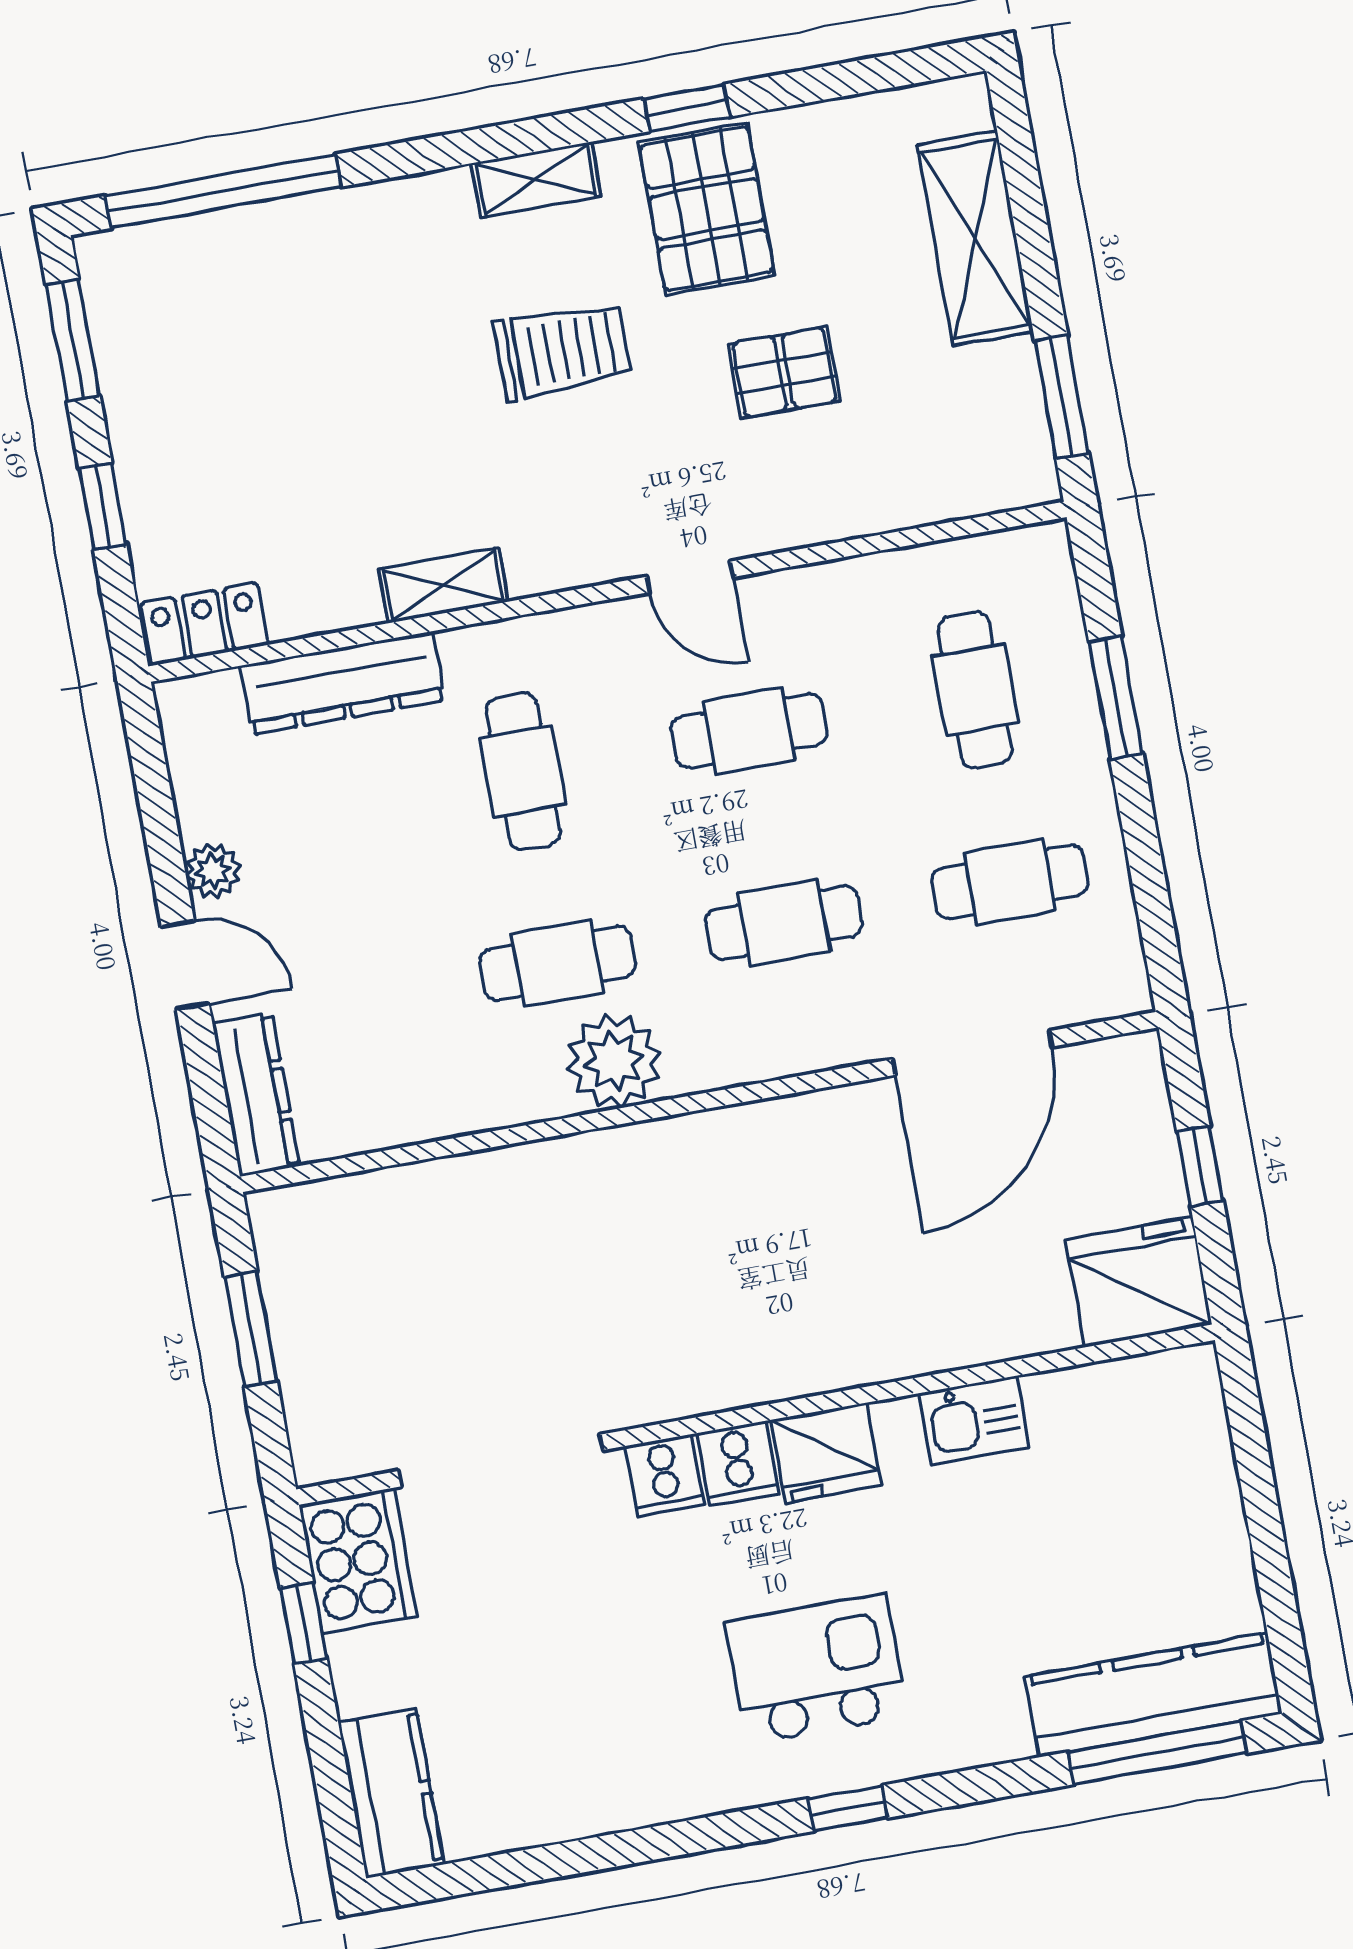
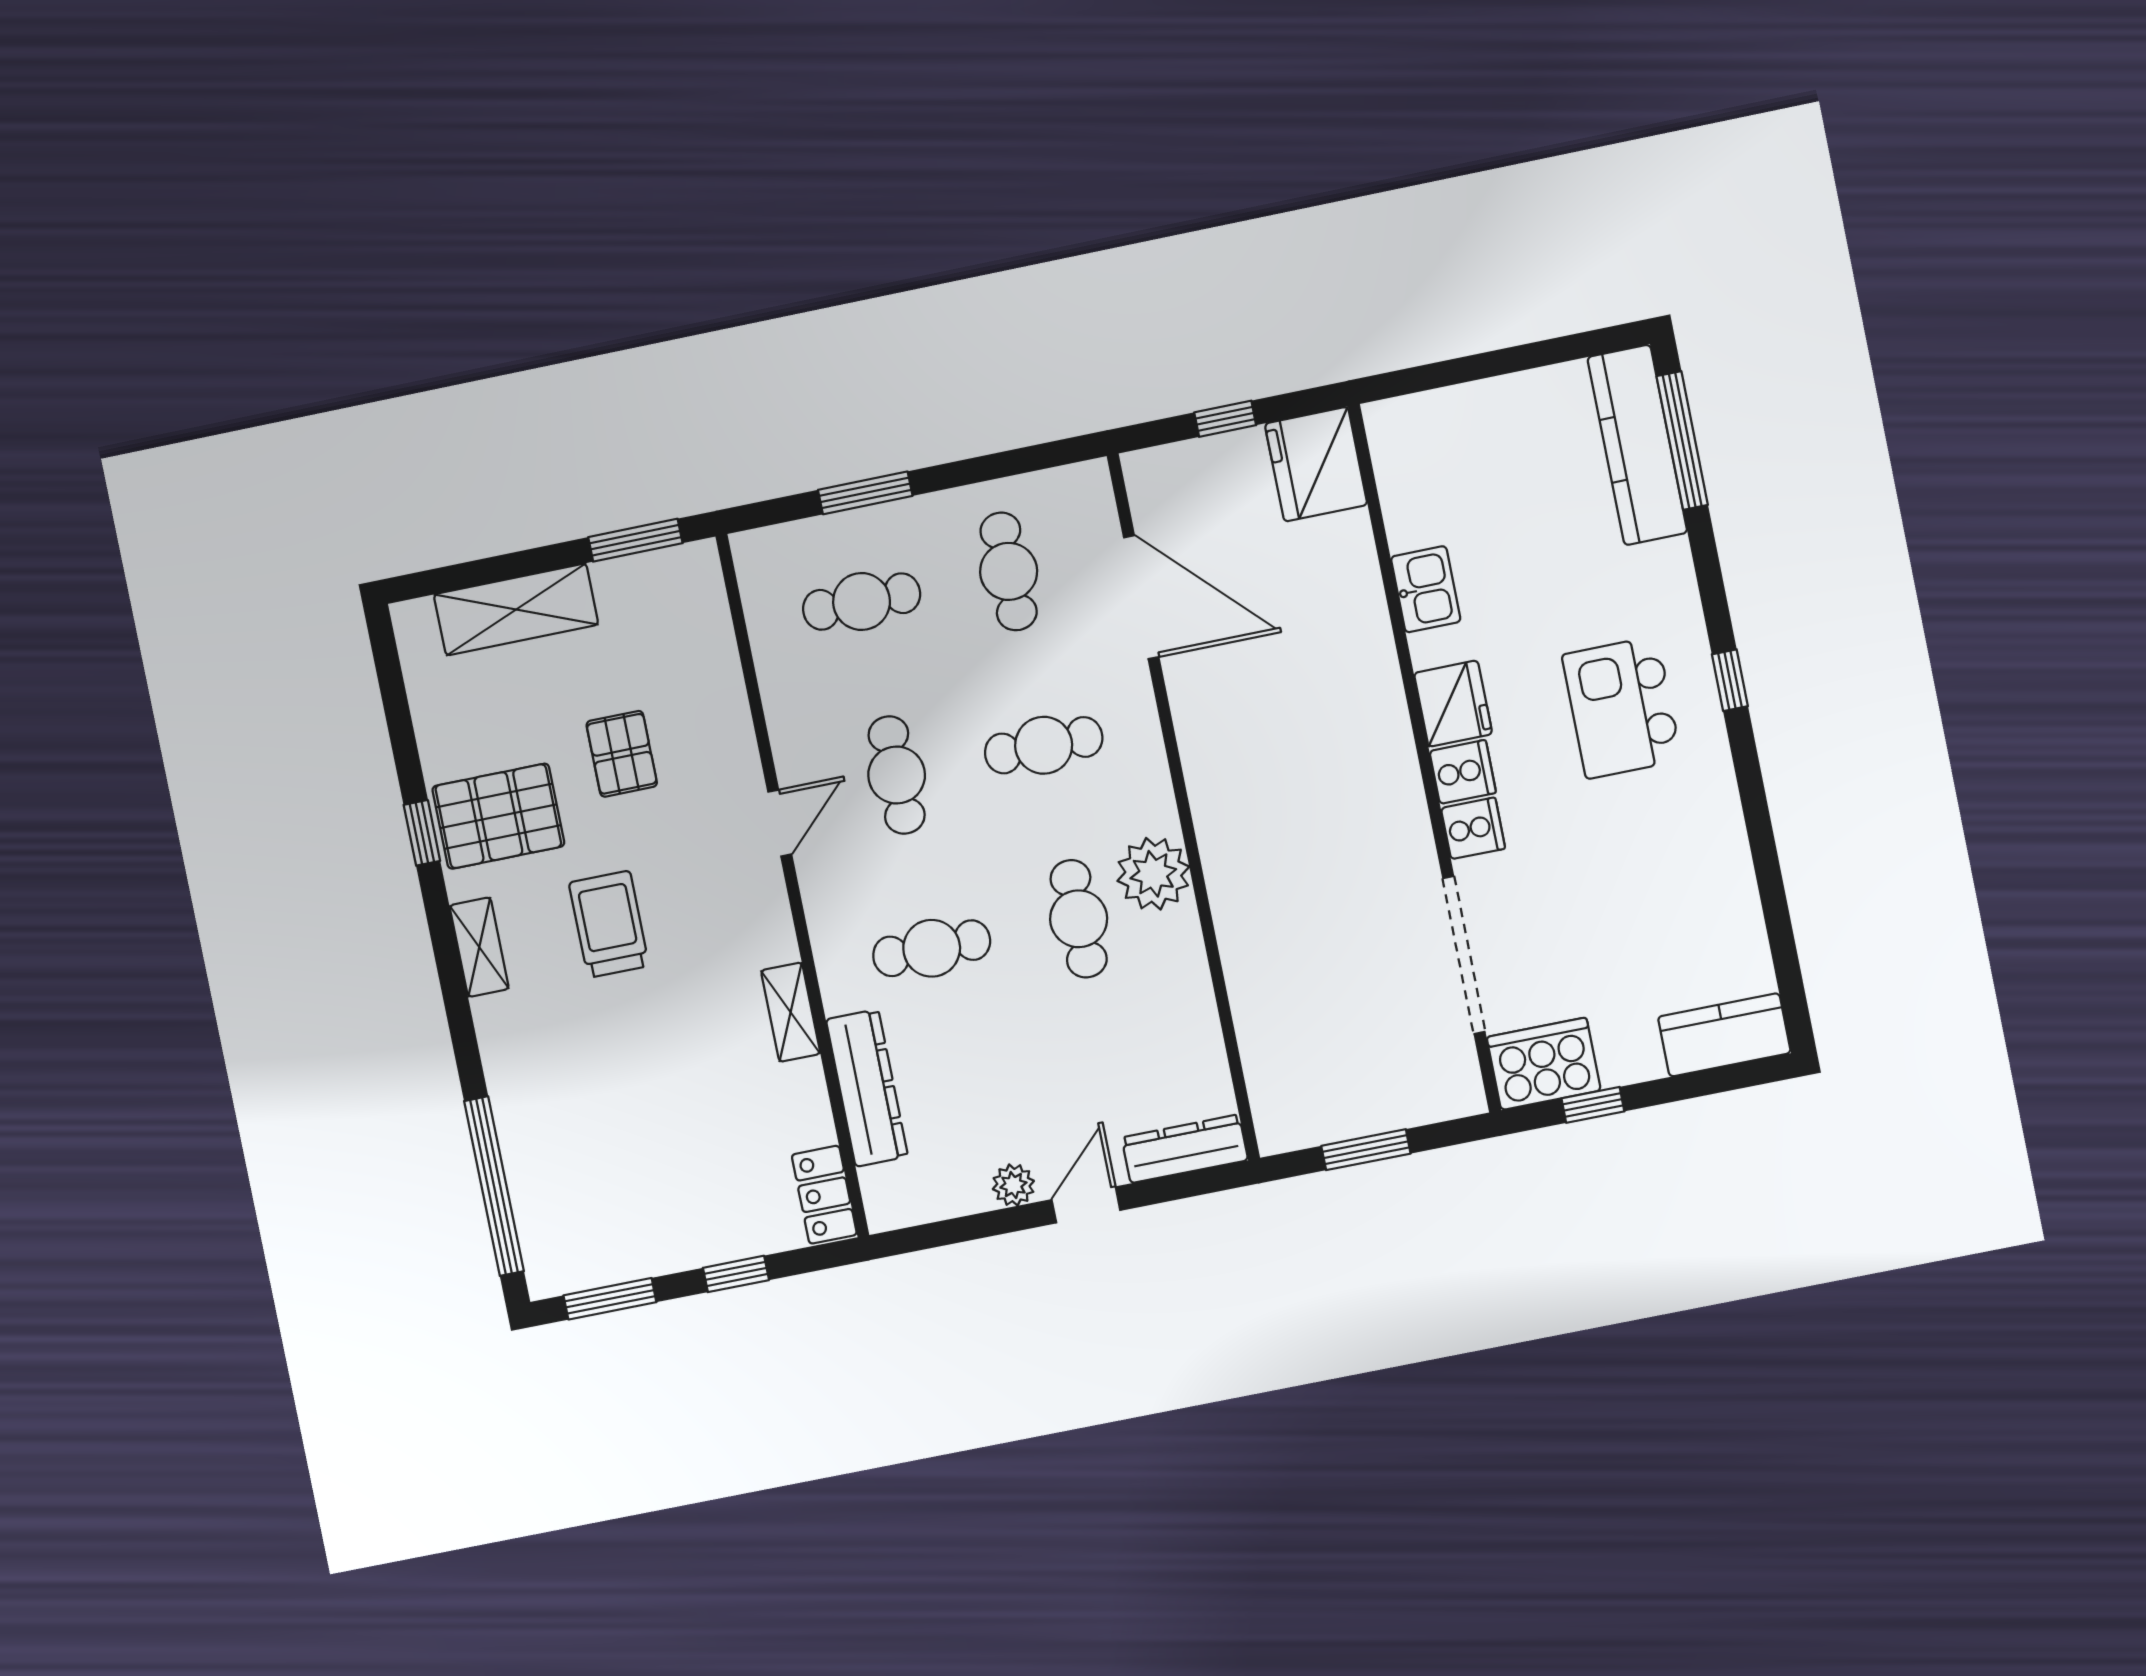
cafe table: (784, 923) -> (1044, 745), turned 90

